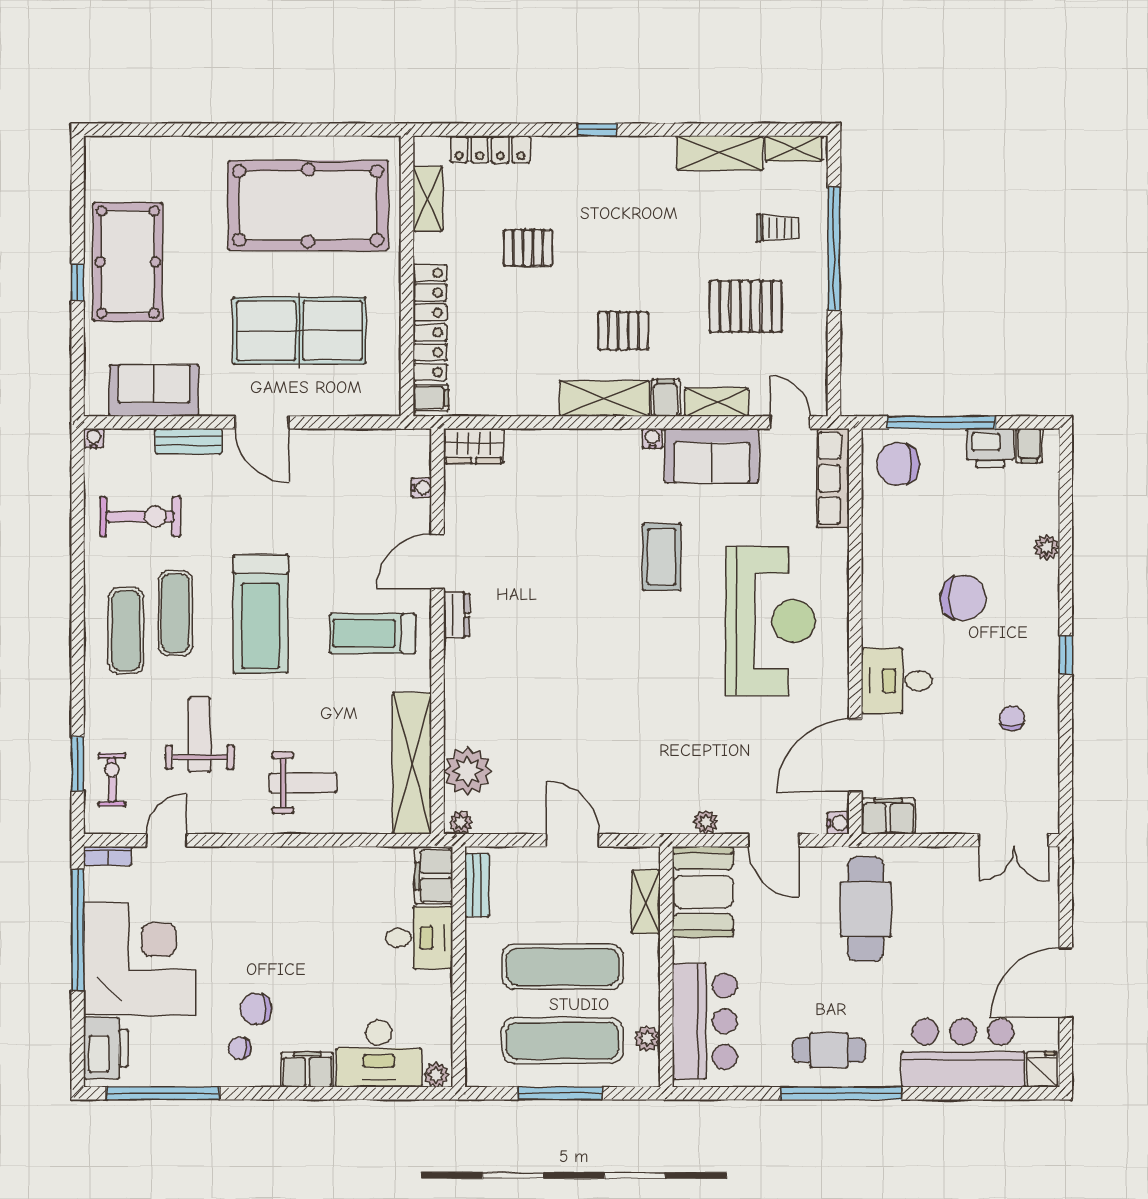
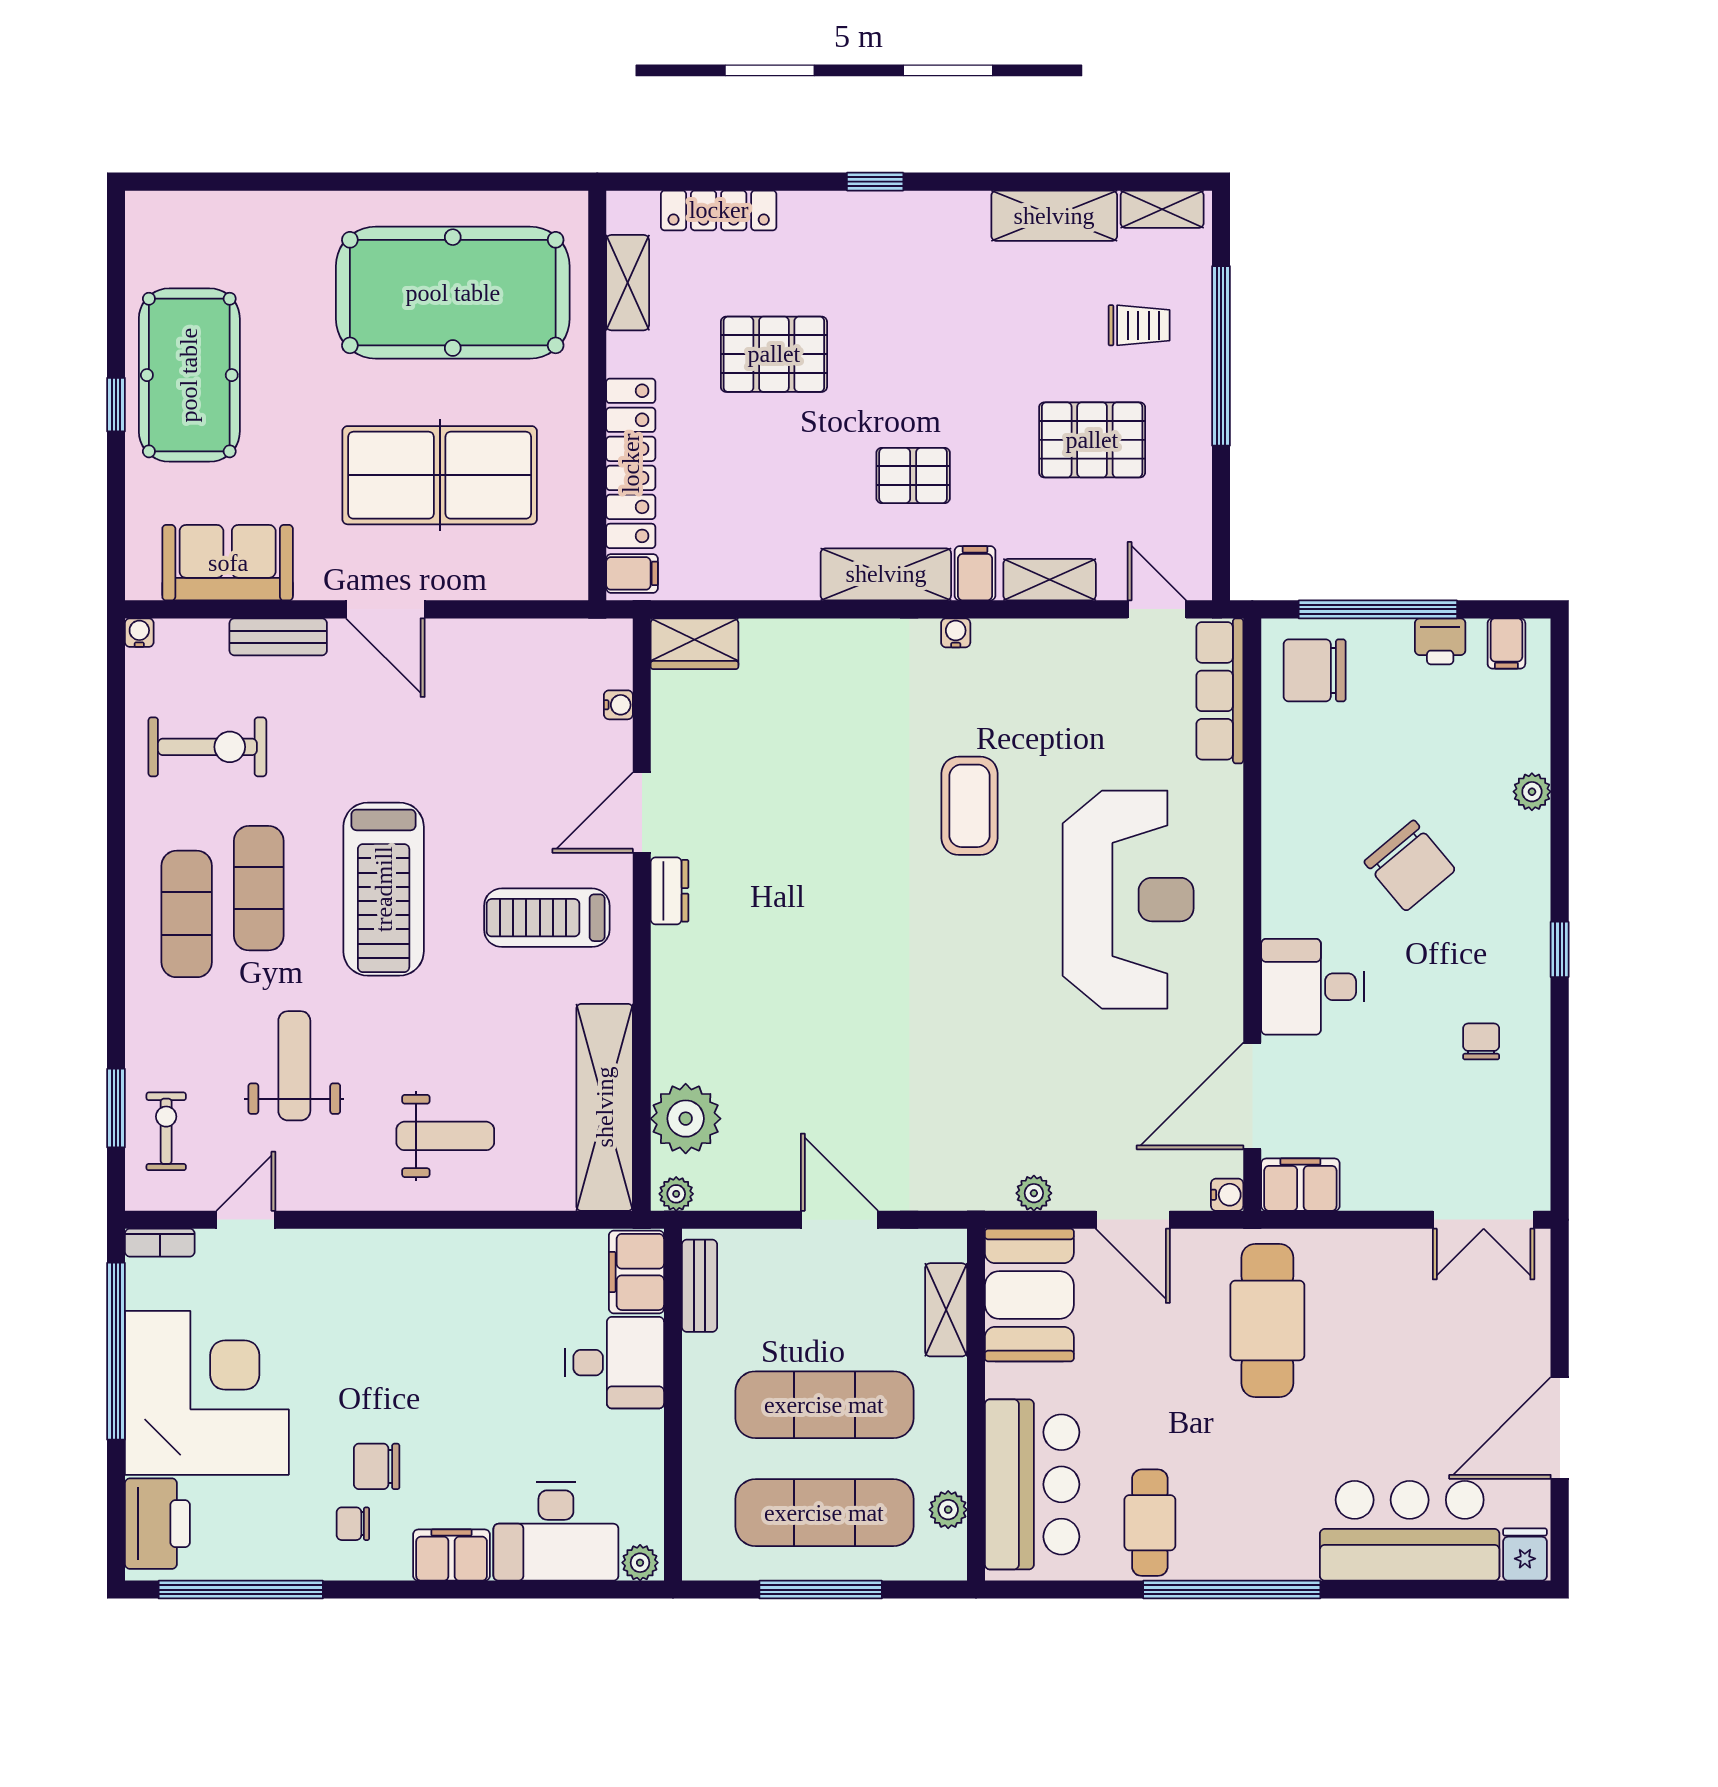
pallet: (528, 248) -> (774, 354), width x1.50, depth x1.42
printer: (990, 448) -> (1440, 641), width x0.73, depth x0.81
sofa: (712, 456) -> (1042, 658), removed
chair: (963, 598) -> (1410, 866), turned 50
cafe table: (829, 1050) -> (1150, 1523), moved, turned 90

